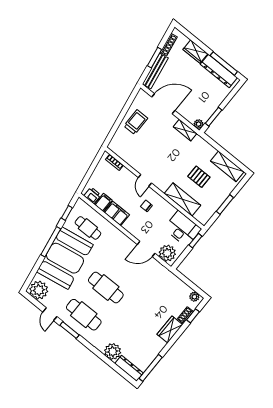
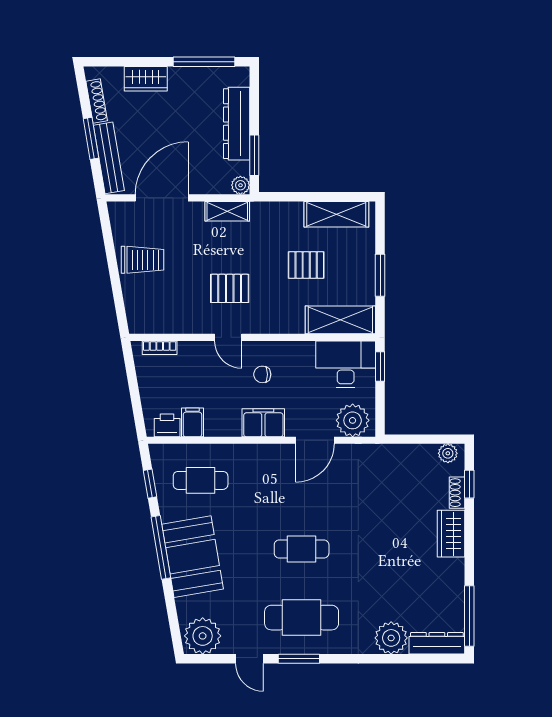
dresser: (219, 71) -> (237, 124), moved, turned 90
trolley: (136, 122) -> (142, 260), turned 90
pallet: (161, 161) -> (230, 288), added
shelving: (182, 199) -> (340, 320), moved
filing cabinet: (117, 213) -> (263, 423), moved
booth: (65, 258) -> (192, 557), width x0.73, depth x0.70
cafe table: (106, 288) -> (302, 549), width x0.73, depth x0.74

